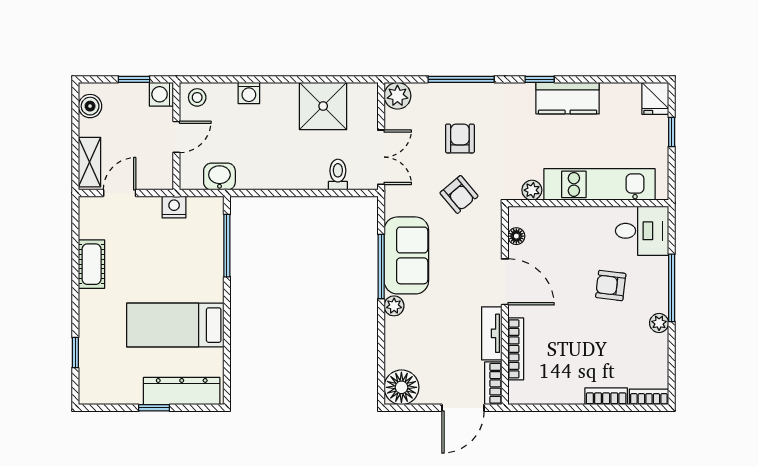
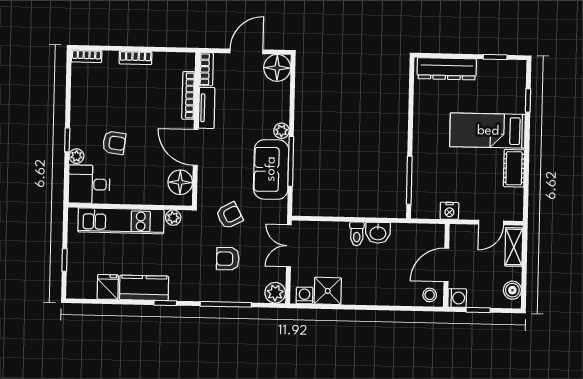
washing machine: (249, 93) -> (304, 296), moved
fridge: (655, 98) -> (108, 287), moved
shower: (323, 106) -> (328, 291), width x0.73, depth x0.73
door: (176, 137) -> (446, 265), width x1.38
armchair: (460, 138) -> (228, 259), turned 90
toilet: (338, 175) -> (357, 234), moved
washbasin: (219, 177) -> (378, 233), moved
armchair: (459, 194) -> (229, 216), turned 102
floor lamp: (516, 236) -> (180, 182), width x1.89, depth x1.89
window: (672, 288) -> (67, 140), width x0.46
plant: (659, 323) -> (76, 156), moved
bed: (175, 325) -> (488, 131), moved, turned 180
bookcase: (606, 396) -> (136, 58), moved
window: (154, 408) -> (495, 57), moved
door: (463, 408) -> (246, 51), moved

